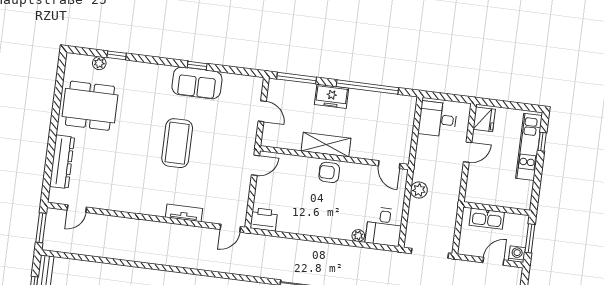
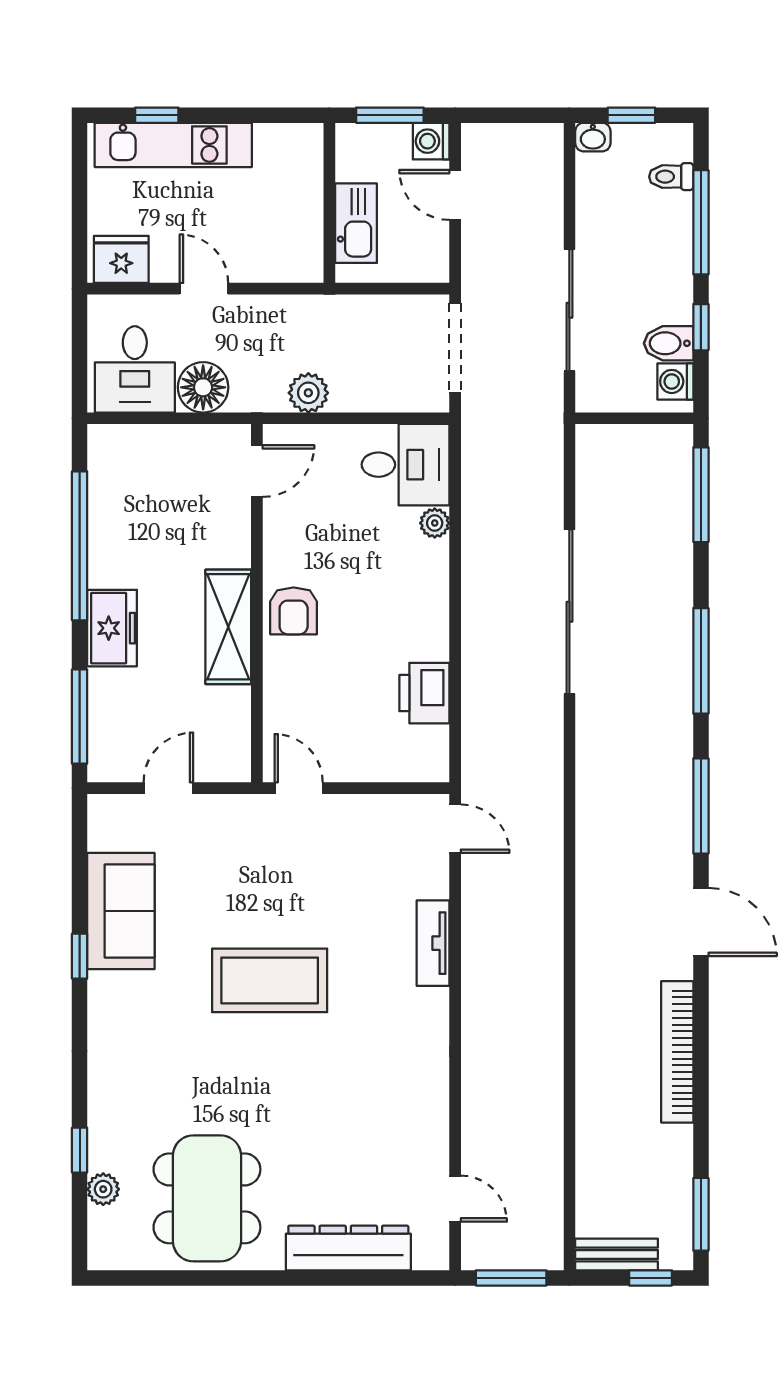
sofa: (197, 83) -> (121, 911), moved
floor lamp: (427, 147) -> (203, 387), added
printer: (264, 219) -> (424, 693), moved

